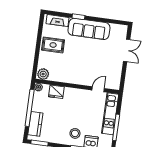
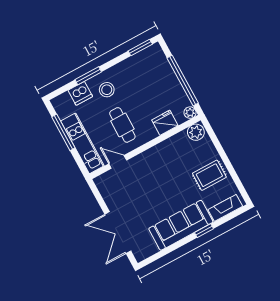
double door: (127, 50) -> (118, 233), width x1.37
door: (98, 89) -> (118, 162), swing flipped
cafe table: (81, 108) -> (122, 125), added
kitchen counter: (35, 124) -> (162, 67), removed

